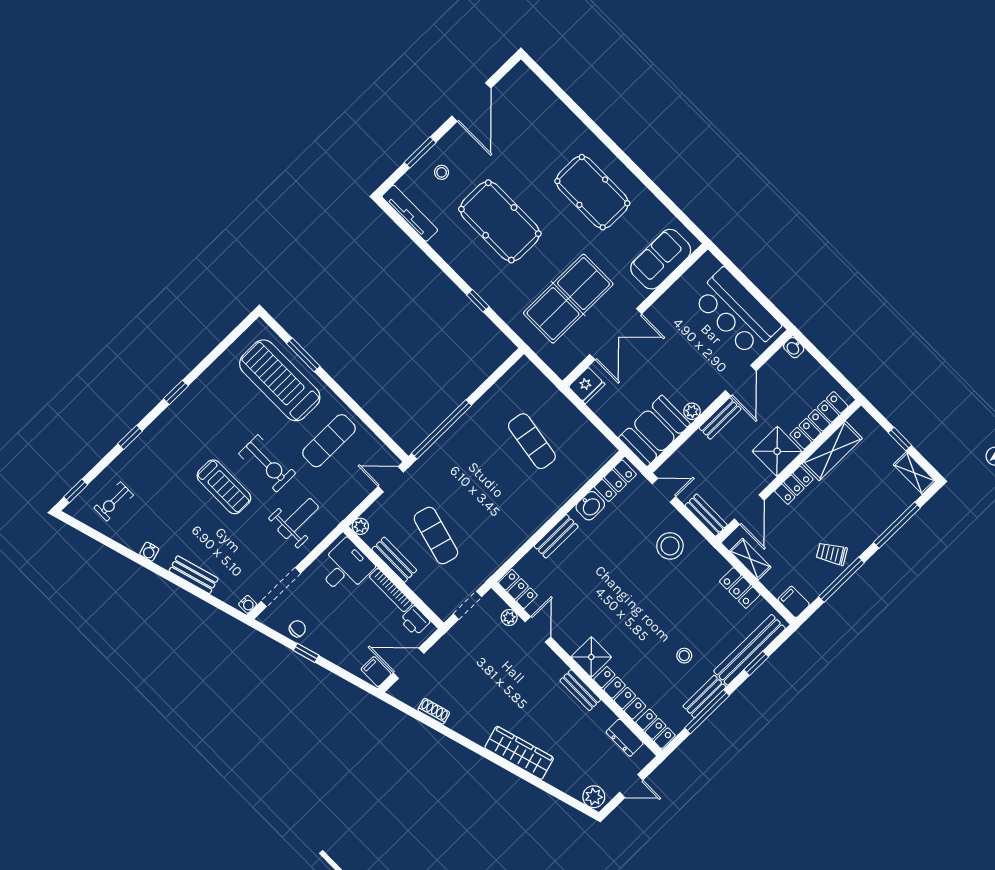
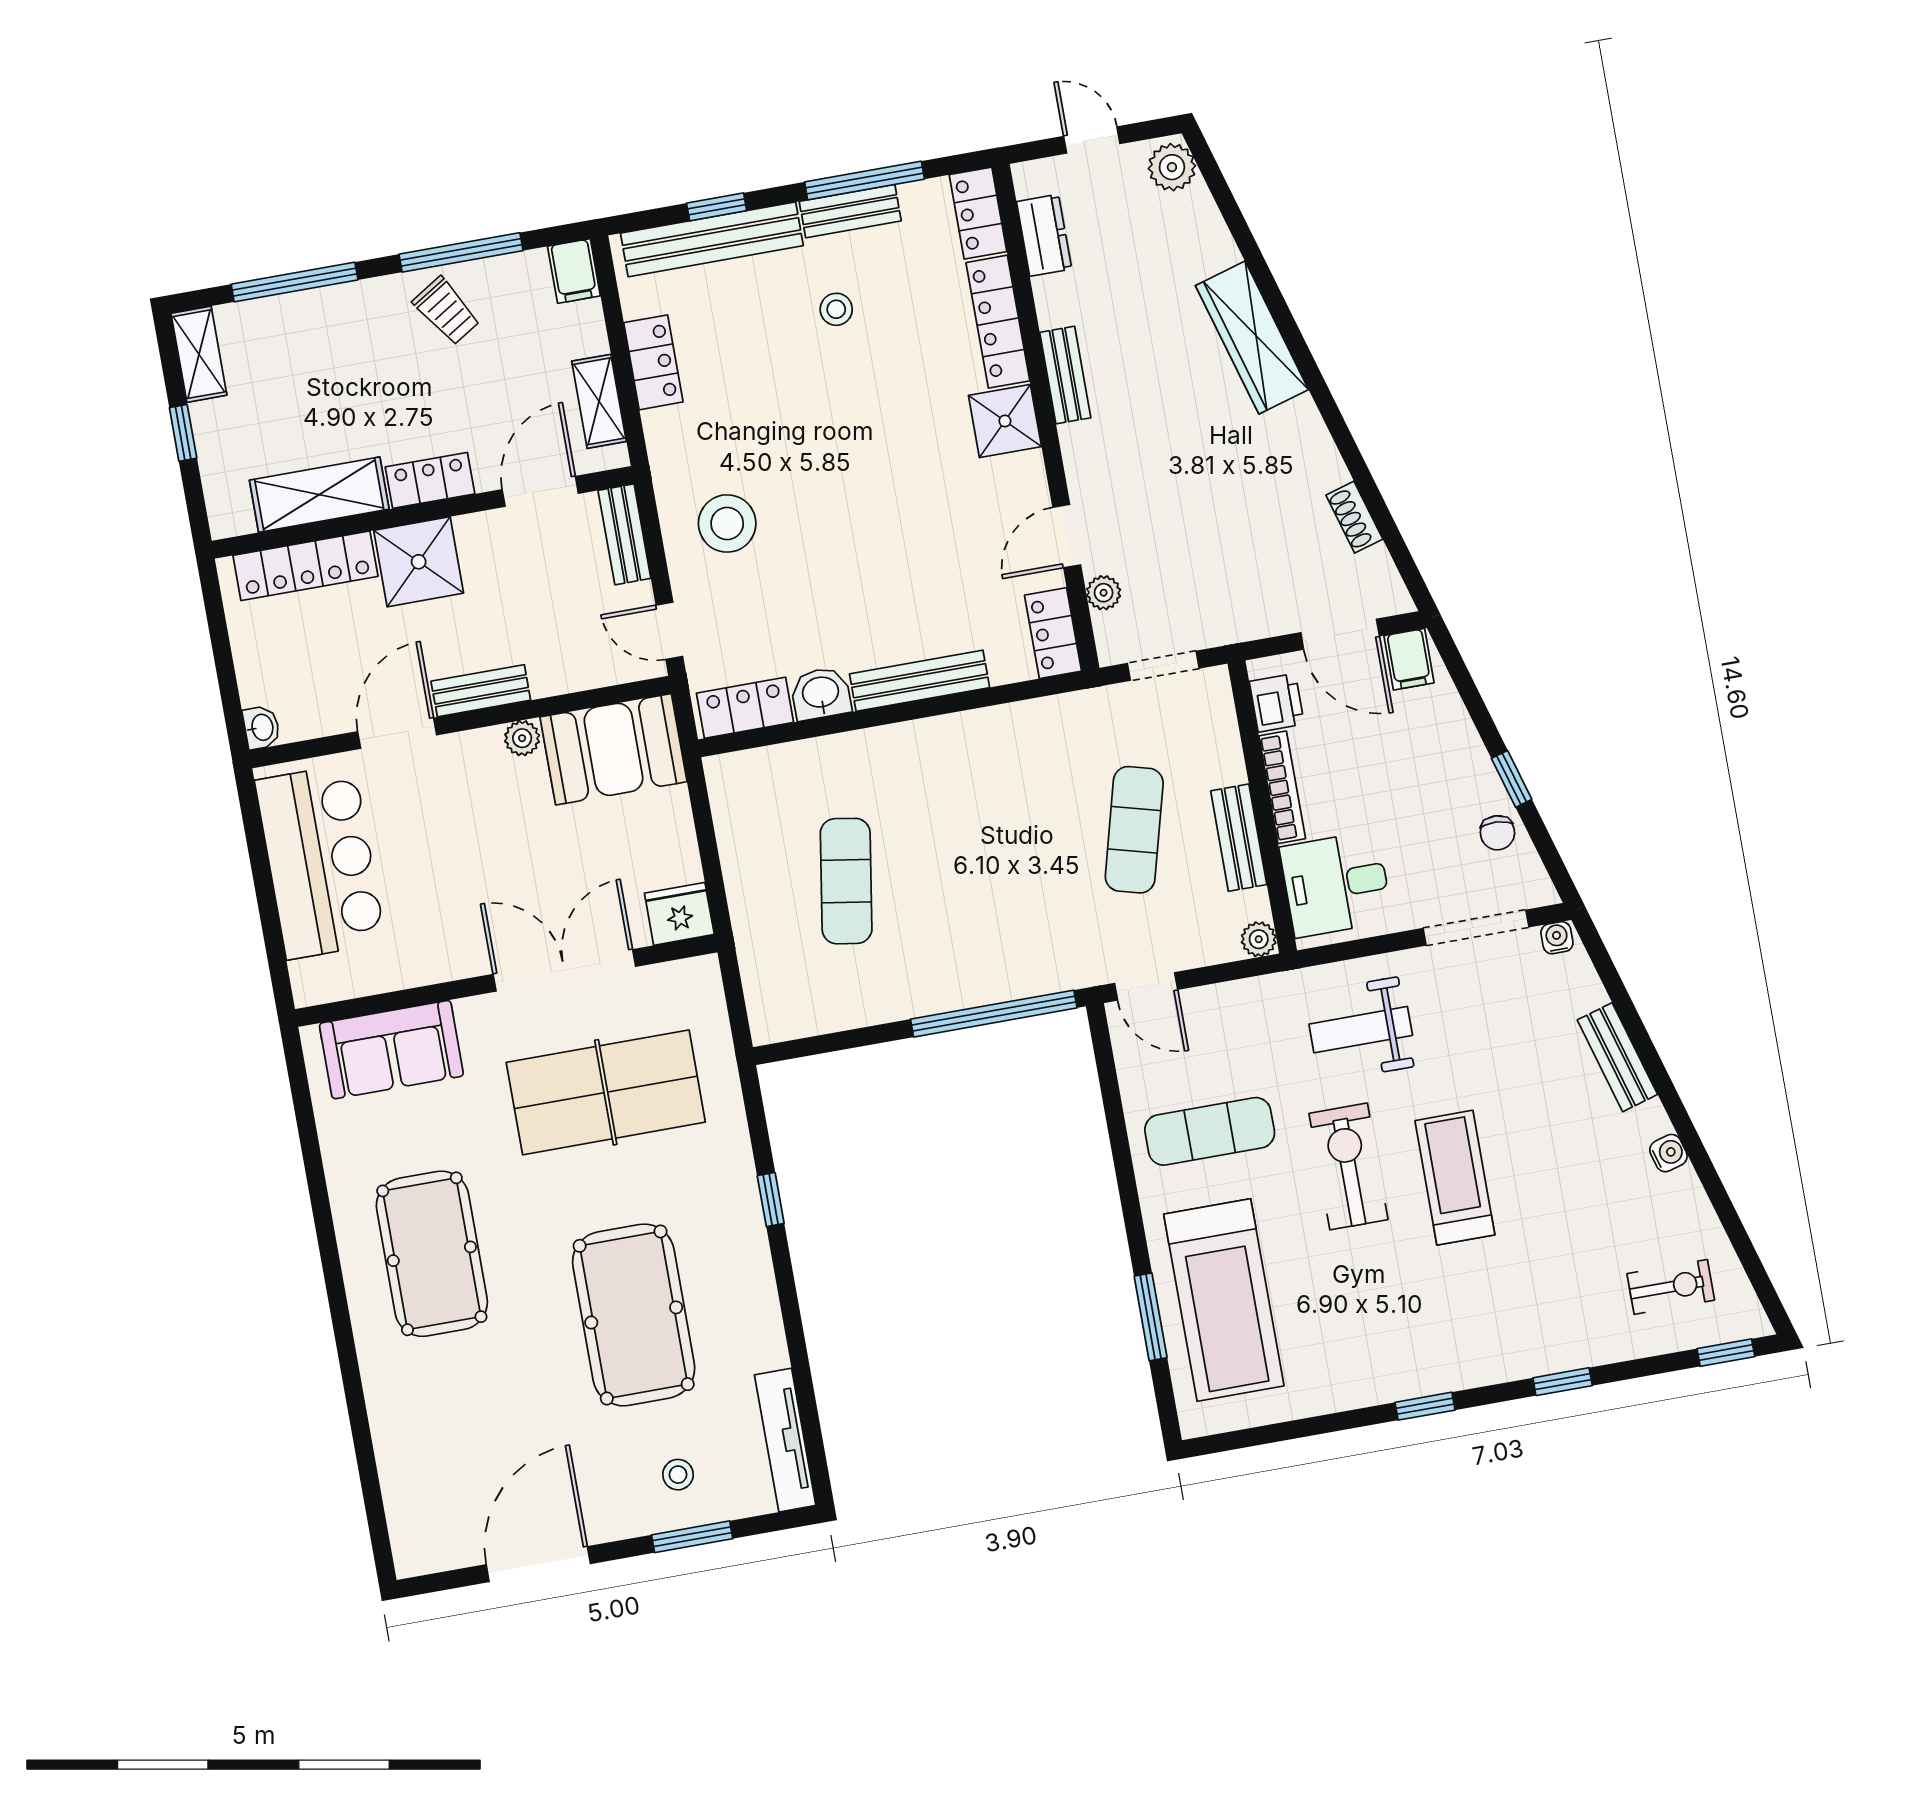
bench: (556, 536) -> (920, 681), width x1.36
chair: (297, 629) -> (1497, 833), turned -87

